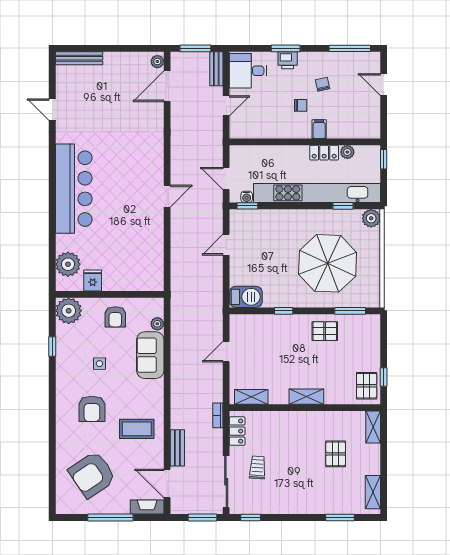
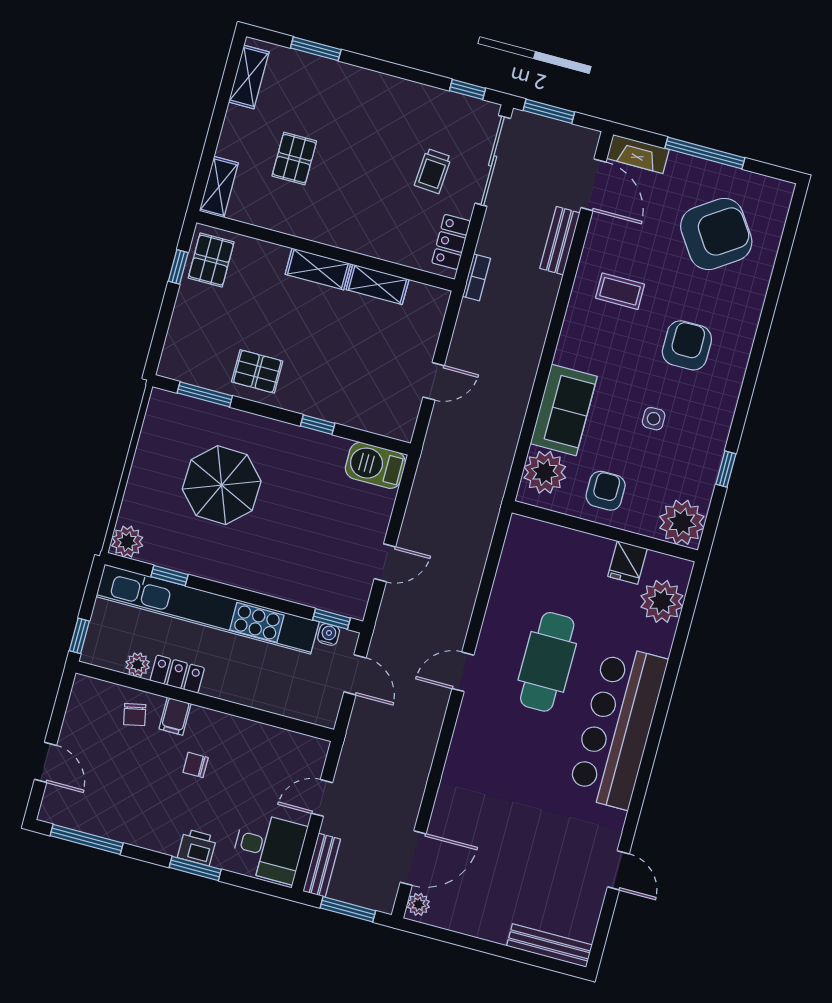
chair: (323, 84) -> (135, 715), moved
cafe table: (122, 214) -> (547, 662), added
parasol: (328, 263) -> (222, 485), width x0.73, depth x0.73
plant: (157, 324) -> (545, 472), width x1.87, depth x1.87
shelving: (251, 397) -> (378, 284), moved
coffee table: (137, 429) -> (620, 291), width x0.73, depth x0.77

